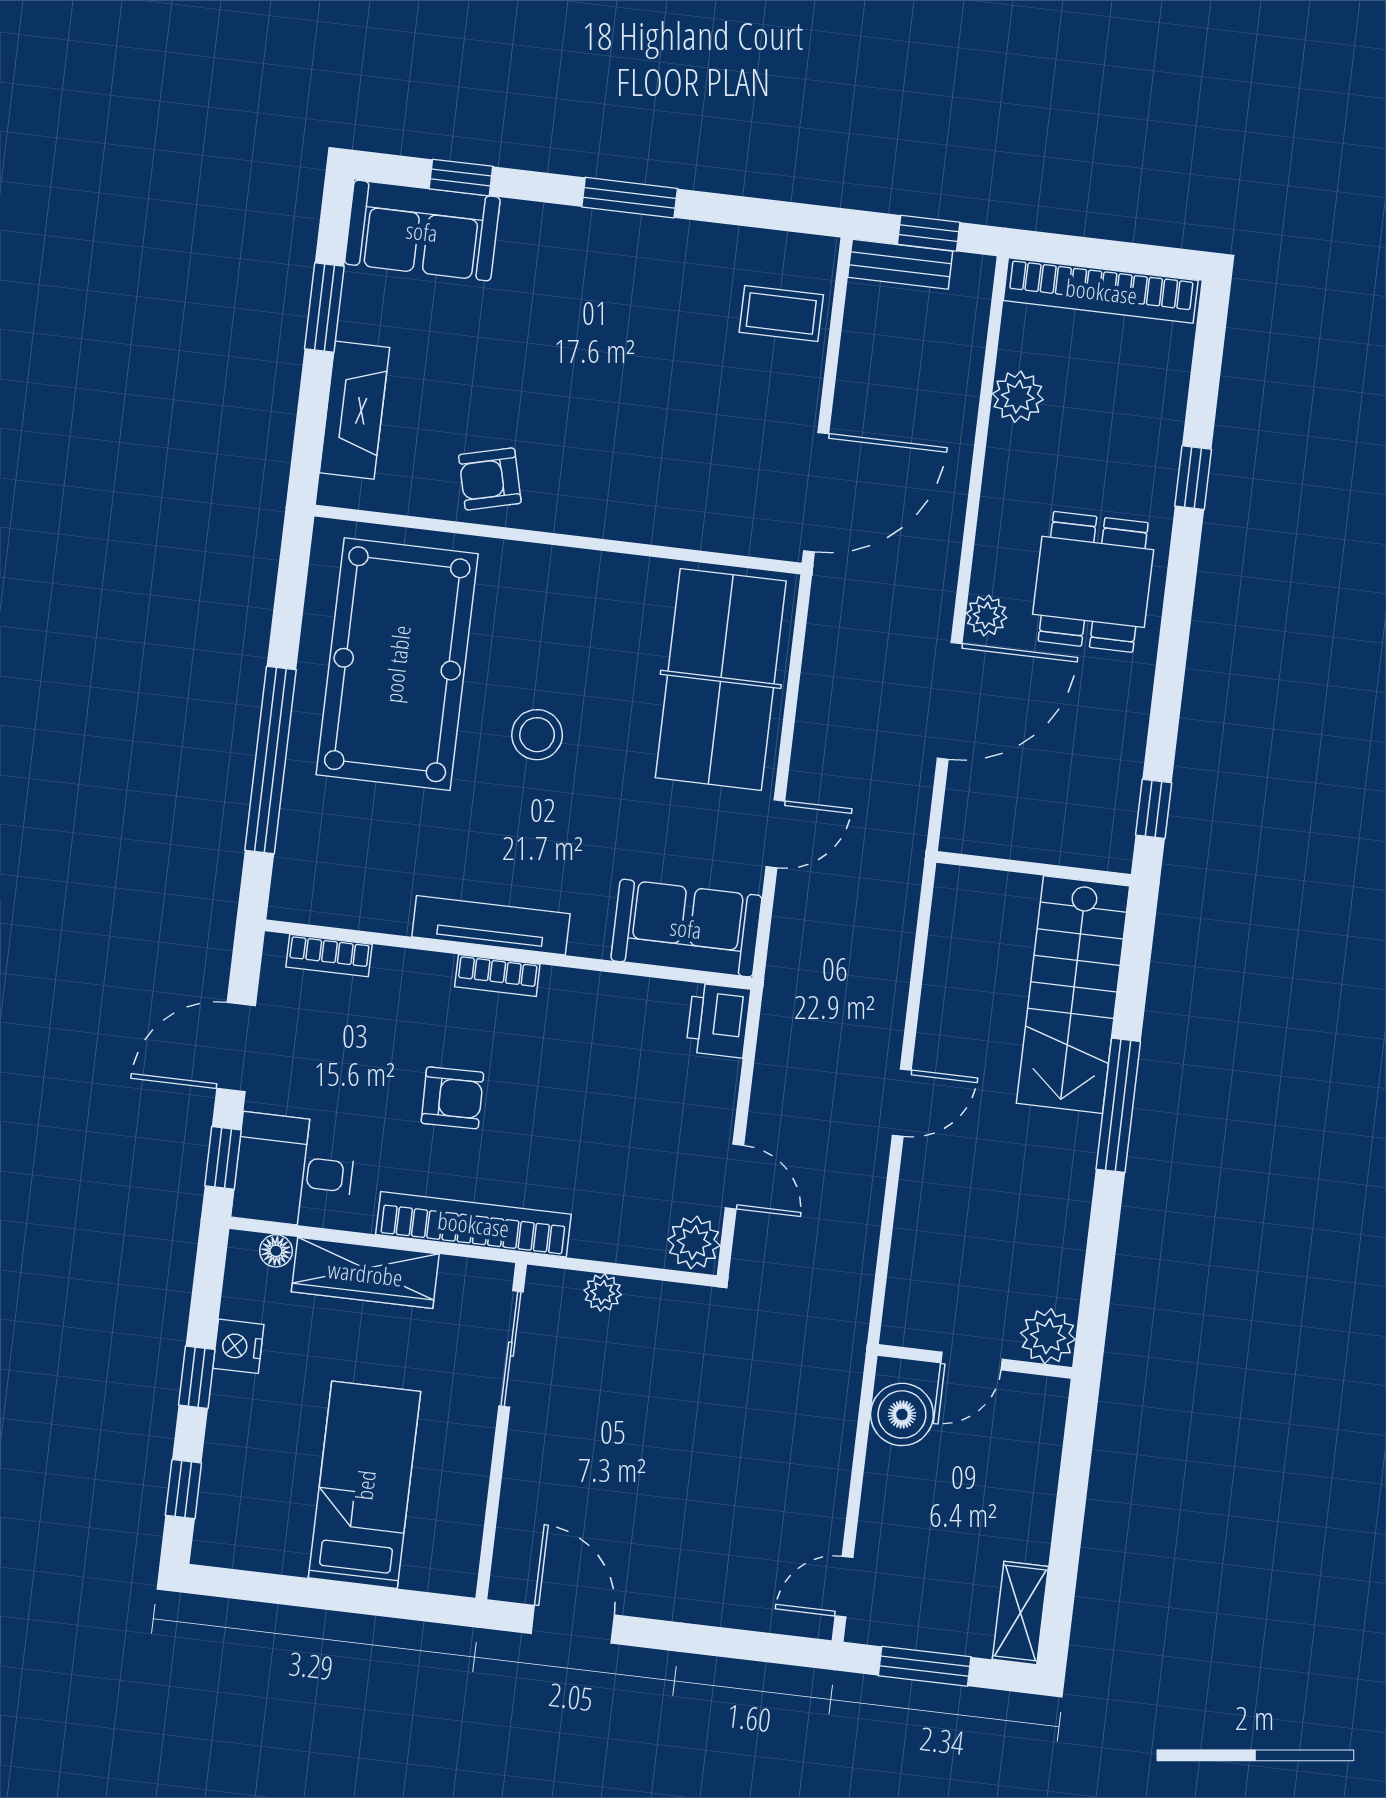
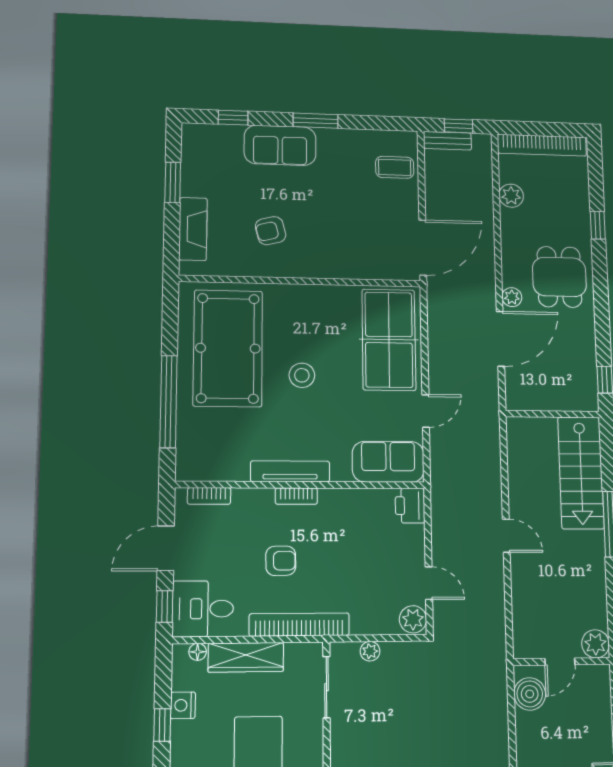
sofa: (422, 231) -> (280, 145), moved
armchair: (490, 479) -> (271, 231), moved
door: (902, 1103) -> (506, 536), hinge flipped

